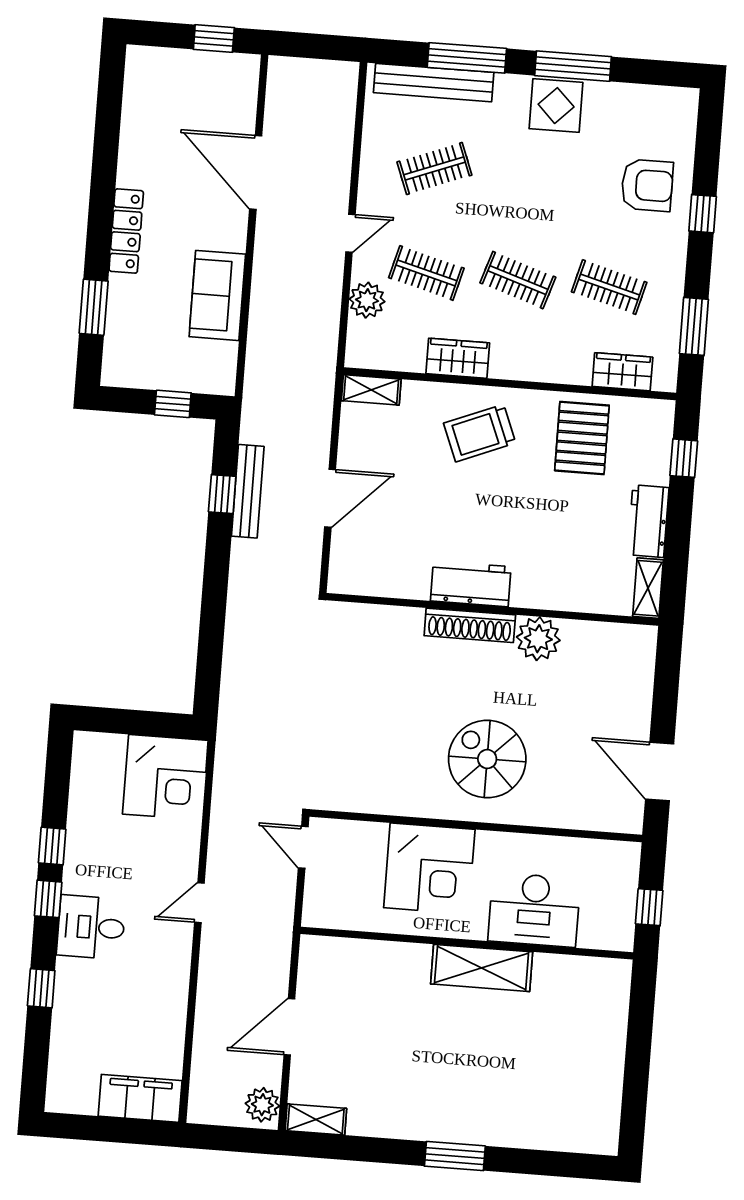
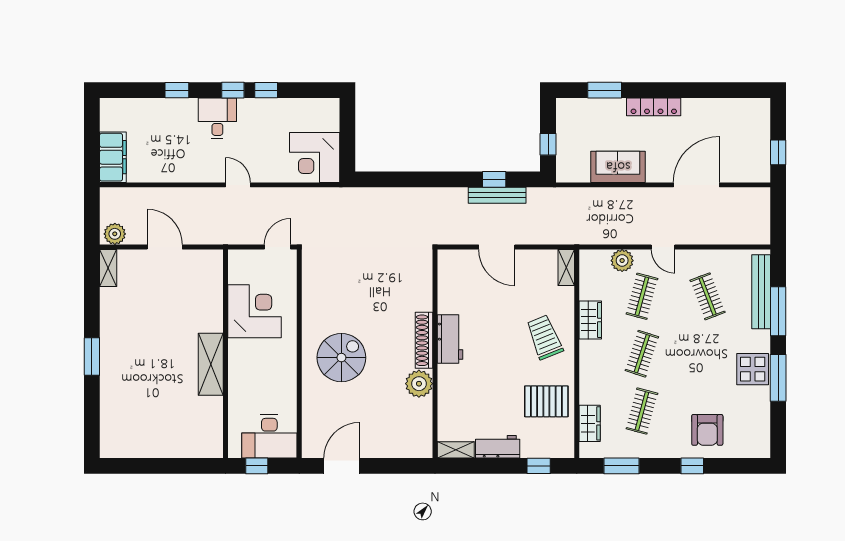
corner desk: (429, 869) -> (254, 311), moved, turned 180
desk: (534, 910) -> (269, 436), moved, turned -90

